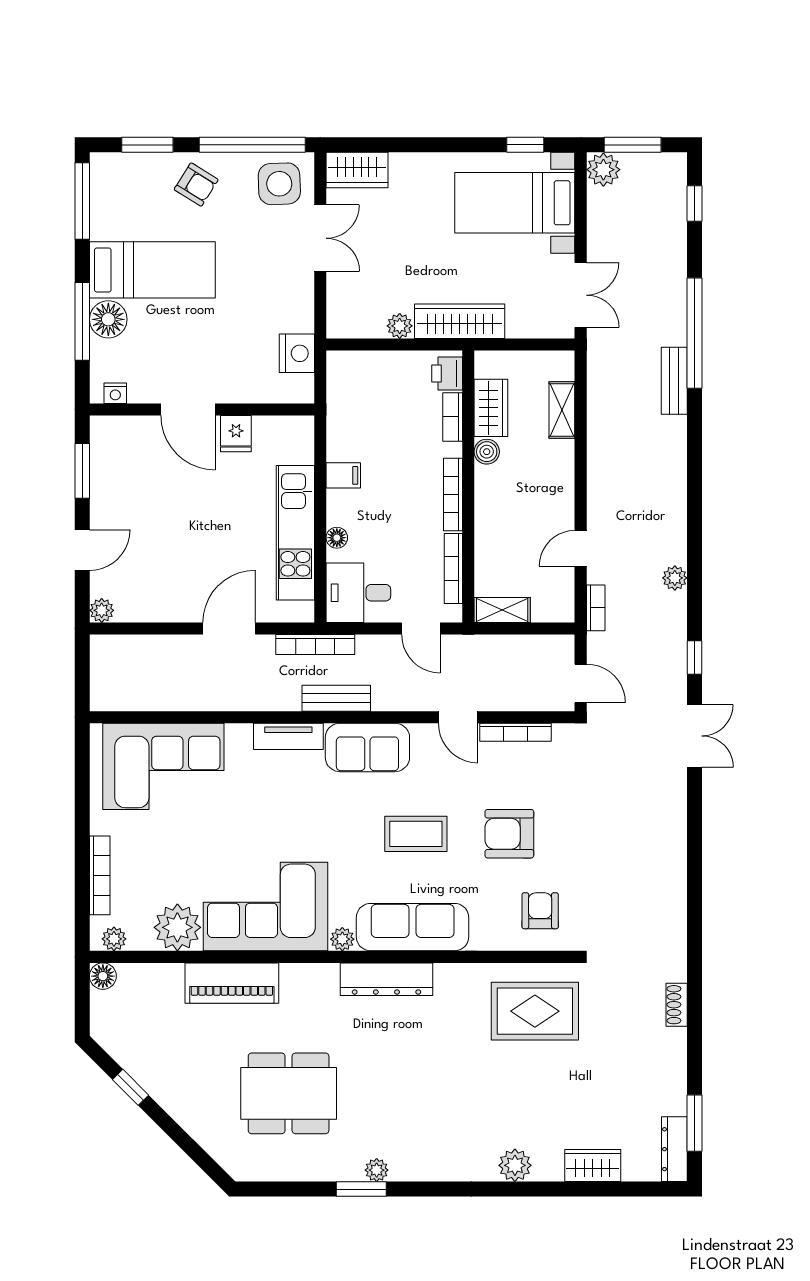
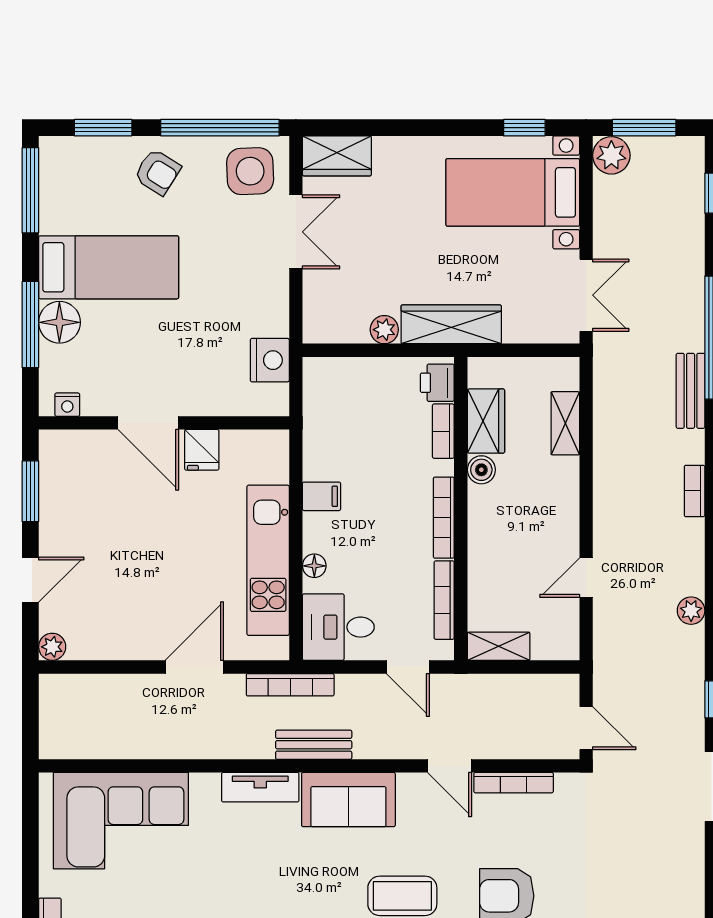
bookcase: (596, 608) -> (695, 491), moved, turned 180

